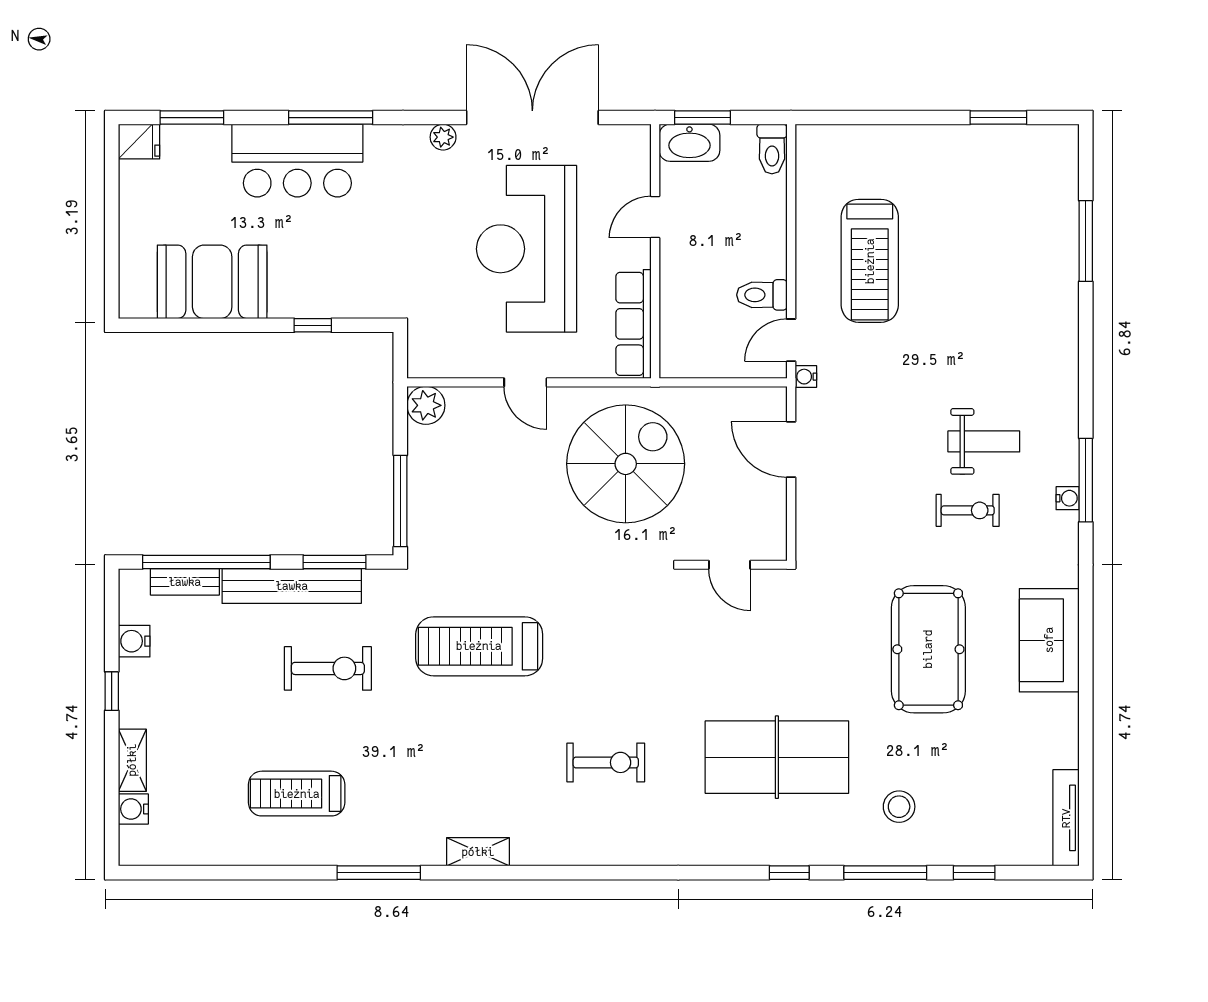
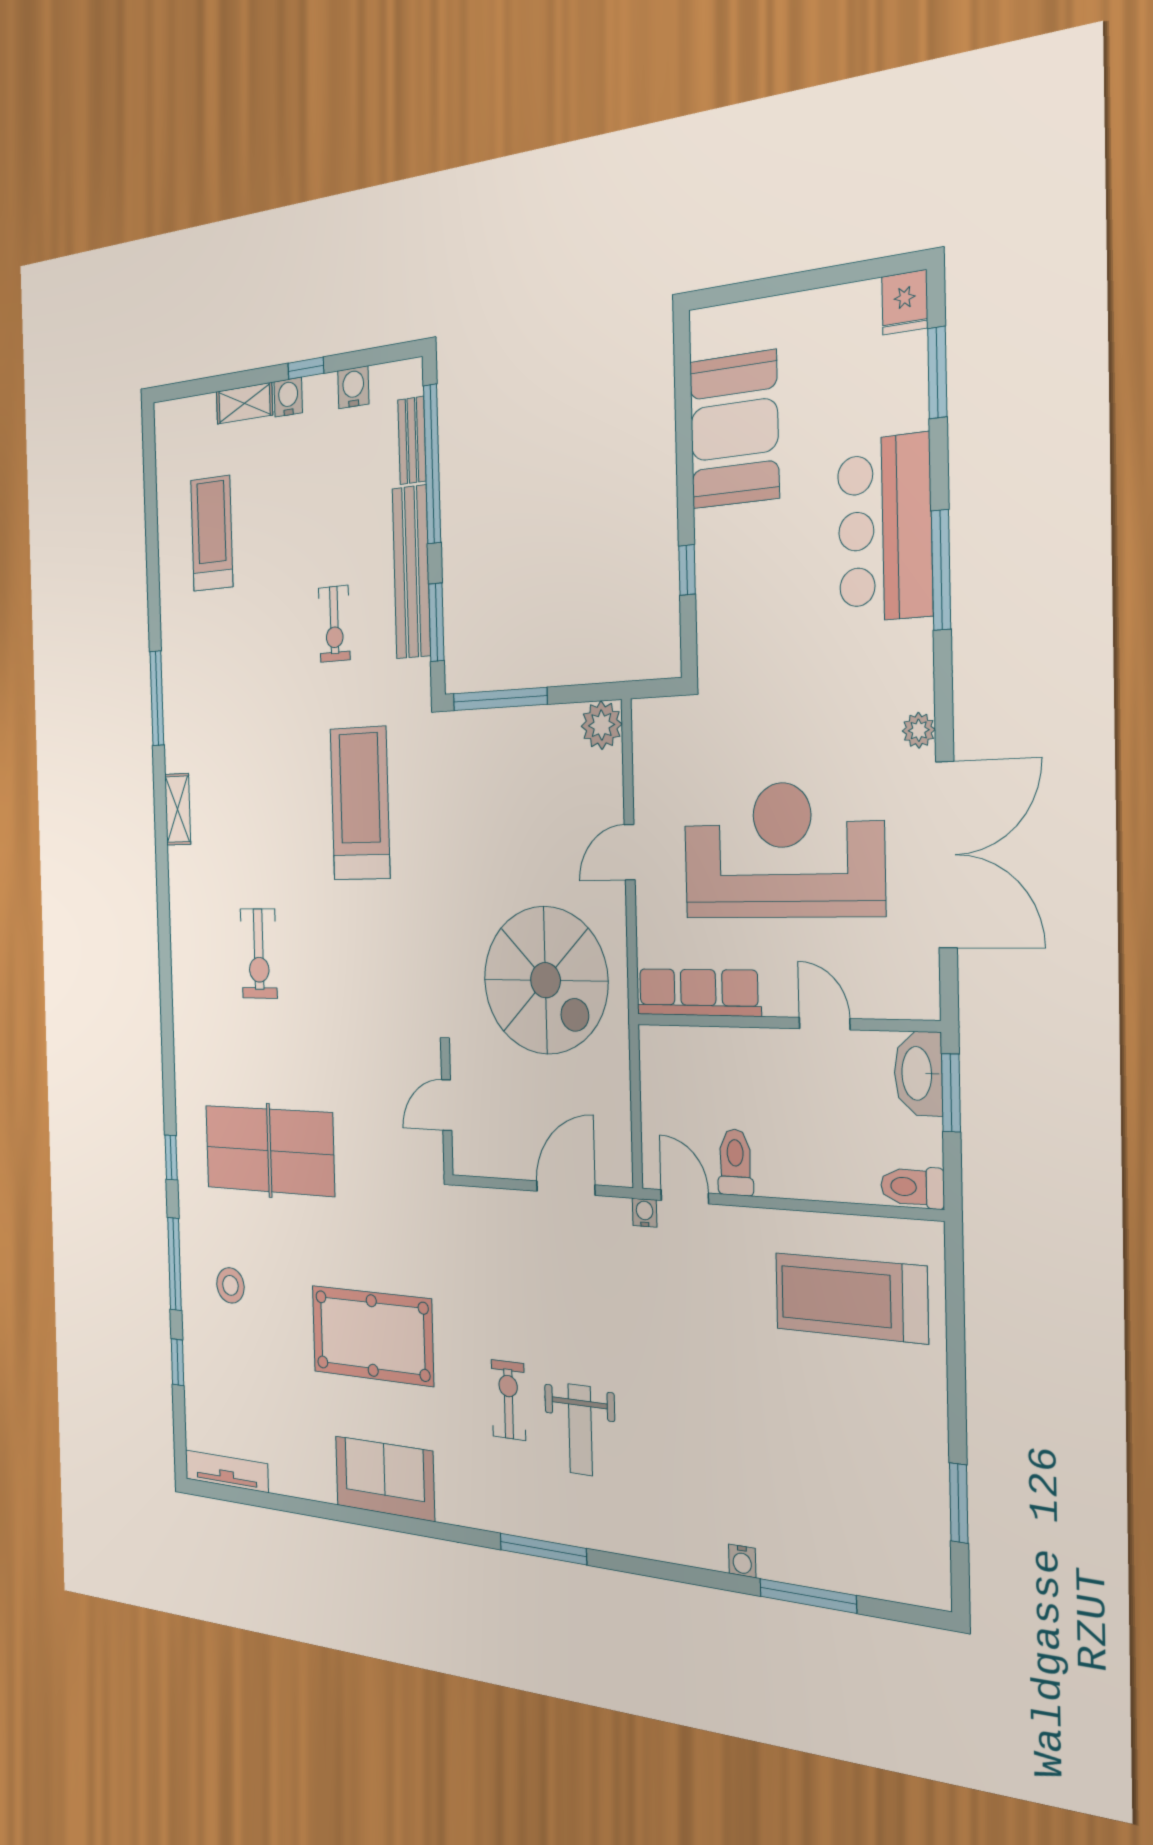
treadmill: (870, 261) -> (851, 1298), moved
water cooler: (1068, 498) -> (742, 1561), moved
exercise bike: (968, 510) -> (508, 1400), turned 180
exercise bike: (328, 668) -> (334, 624), width x0.73, depth x0.72
table tennis table: (777, 757) -> (269, 1150), turned 90
treadmill: (297, 794) -> (212, 533), moved
water cooler: (133, 809) -> (288, 397), moved

